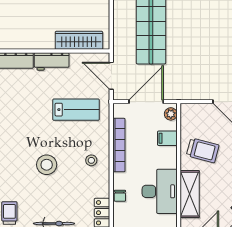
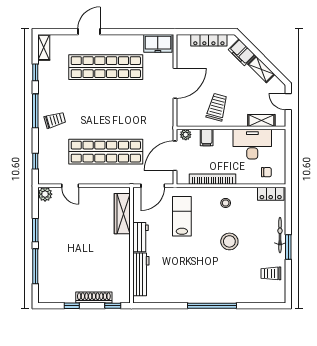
door: (146, 102) -> (175, 156), hinge flipped
shelving: (190, 194) -> (261, 120), width x0.67, depth x0.75
chair: (120, 196) -> (266, 172), moved

